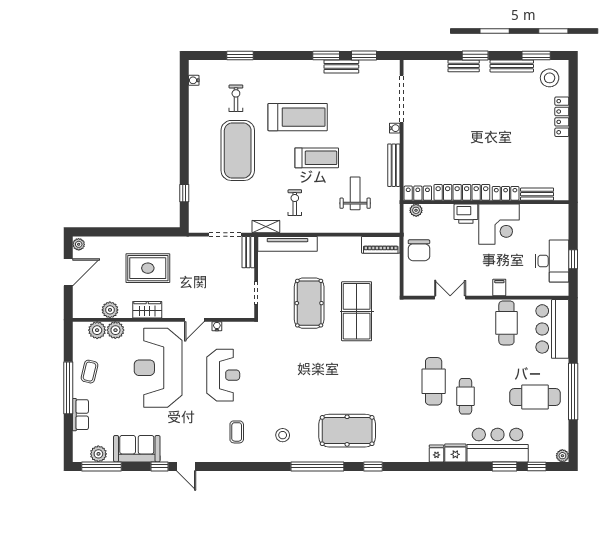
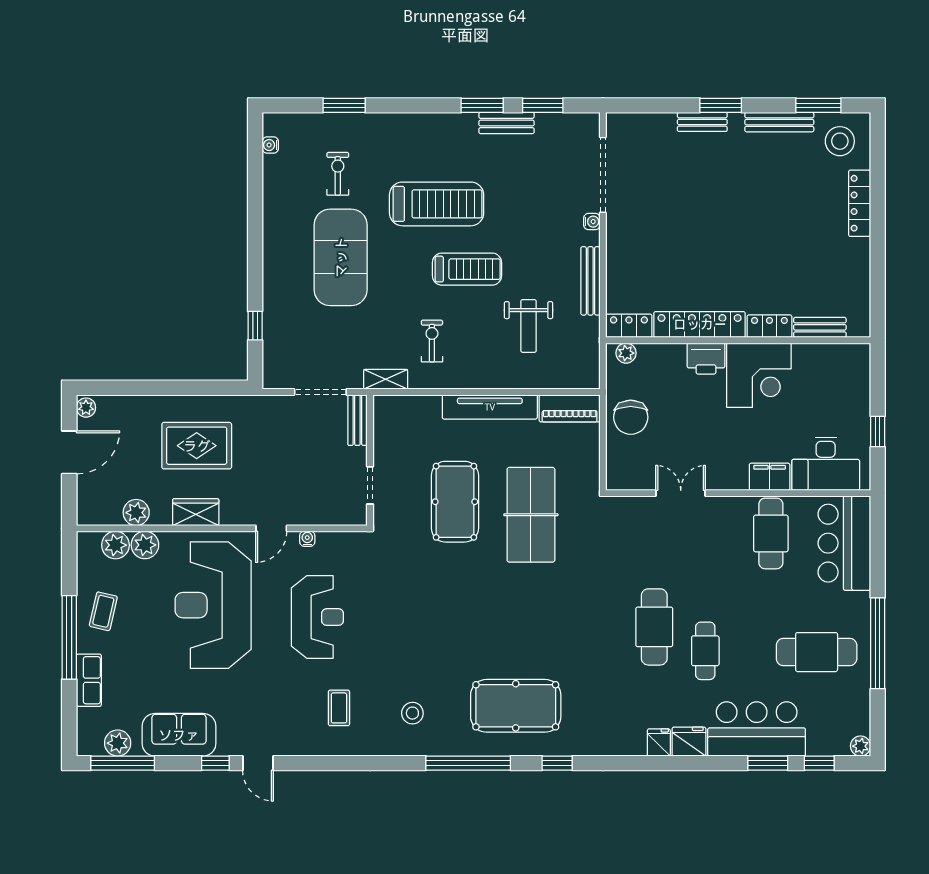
weight bench: (355, 193) -> (529, 326), turned 180
tv unit: (287, 244) -> (490, 407), moved
desk: (552, 261) -> (826, 464), moved, turned 90
filing cabinet: (499, 288) -> (770, 477), width x2.00

